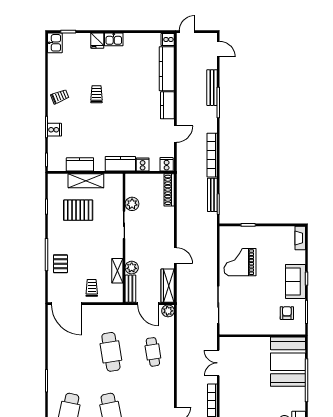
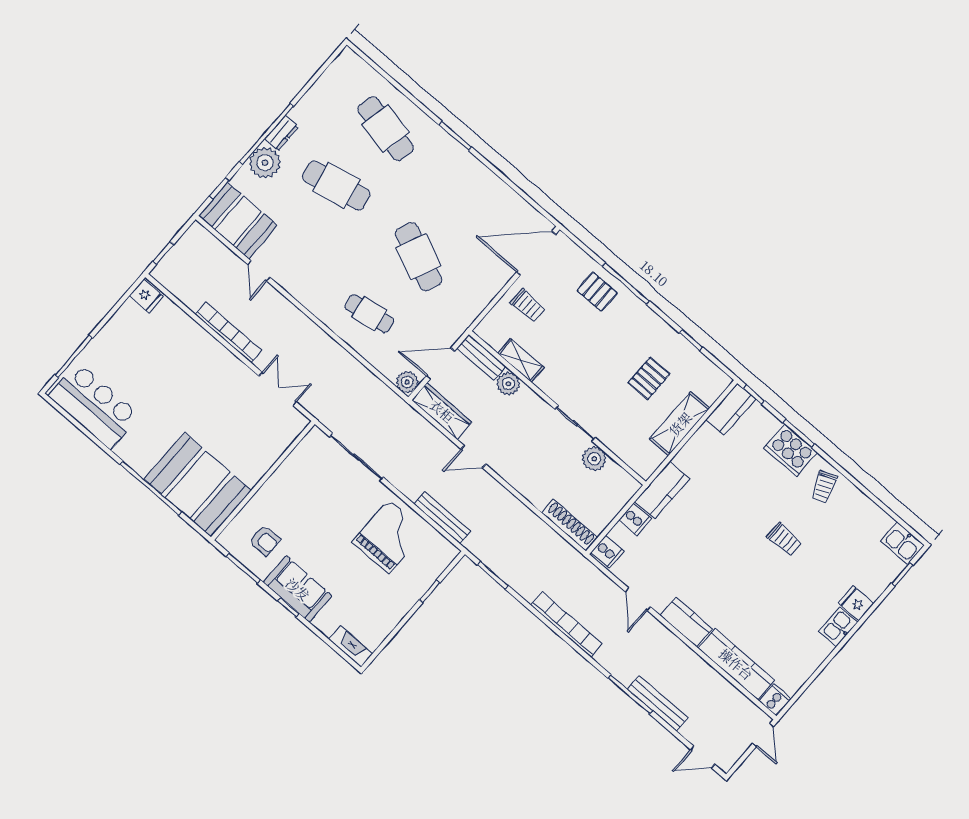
cooker: (55, 130) -> (791, 450), width x1.87, depth x1.31
kitchen counter: (80, 164) -> (731, 409), moved
bench: (212, 195) -> (442, 517), moved
pallet: (78, 210) -> (649, 378), width x0.67, depth x0.71
cafe table: (111, 352) -> (419, 257), turned 33

